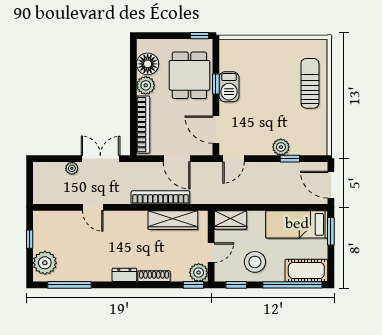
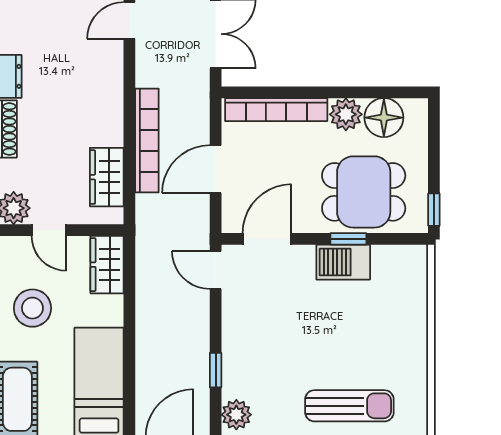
plant: (281, 147) -> (236, 415), moved
wardrobe: (173, 220) -> (107, 177), width x0.67

